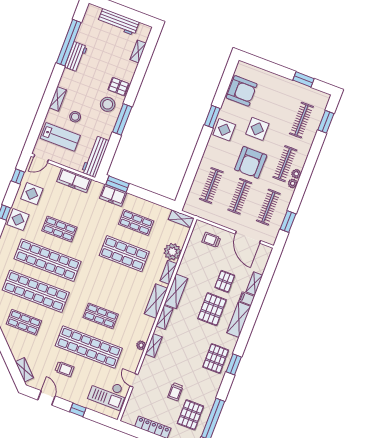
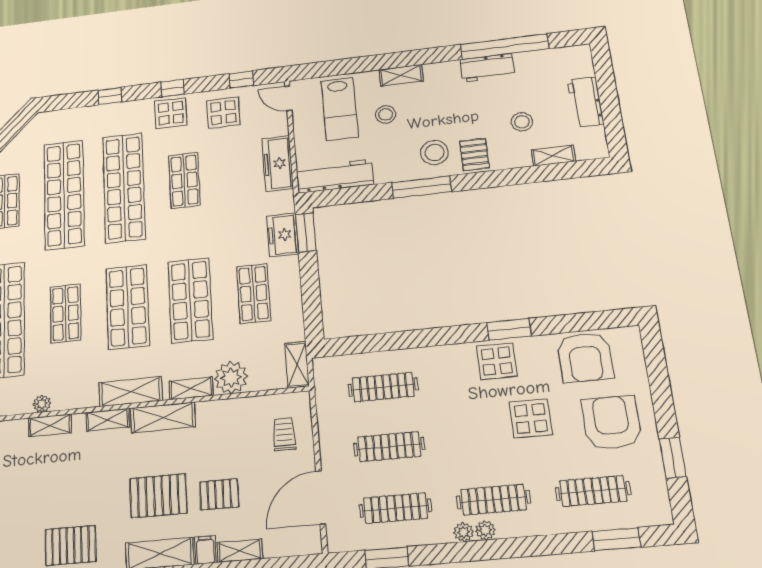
workbench: (118, 22) -> (586, 102), width x0.73
stool: (113, 56) -> (522, 122), added
armchair: (251, 162) -> (611, 422), moved, turned 90
shop shelf: (112, 285) -> (128, 307), added

